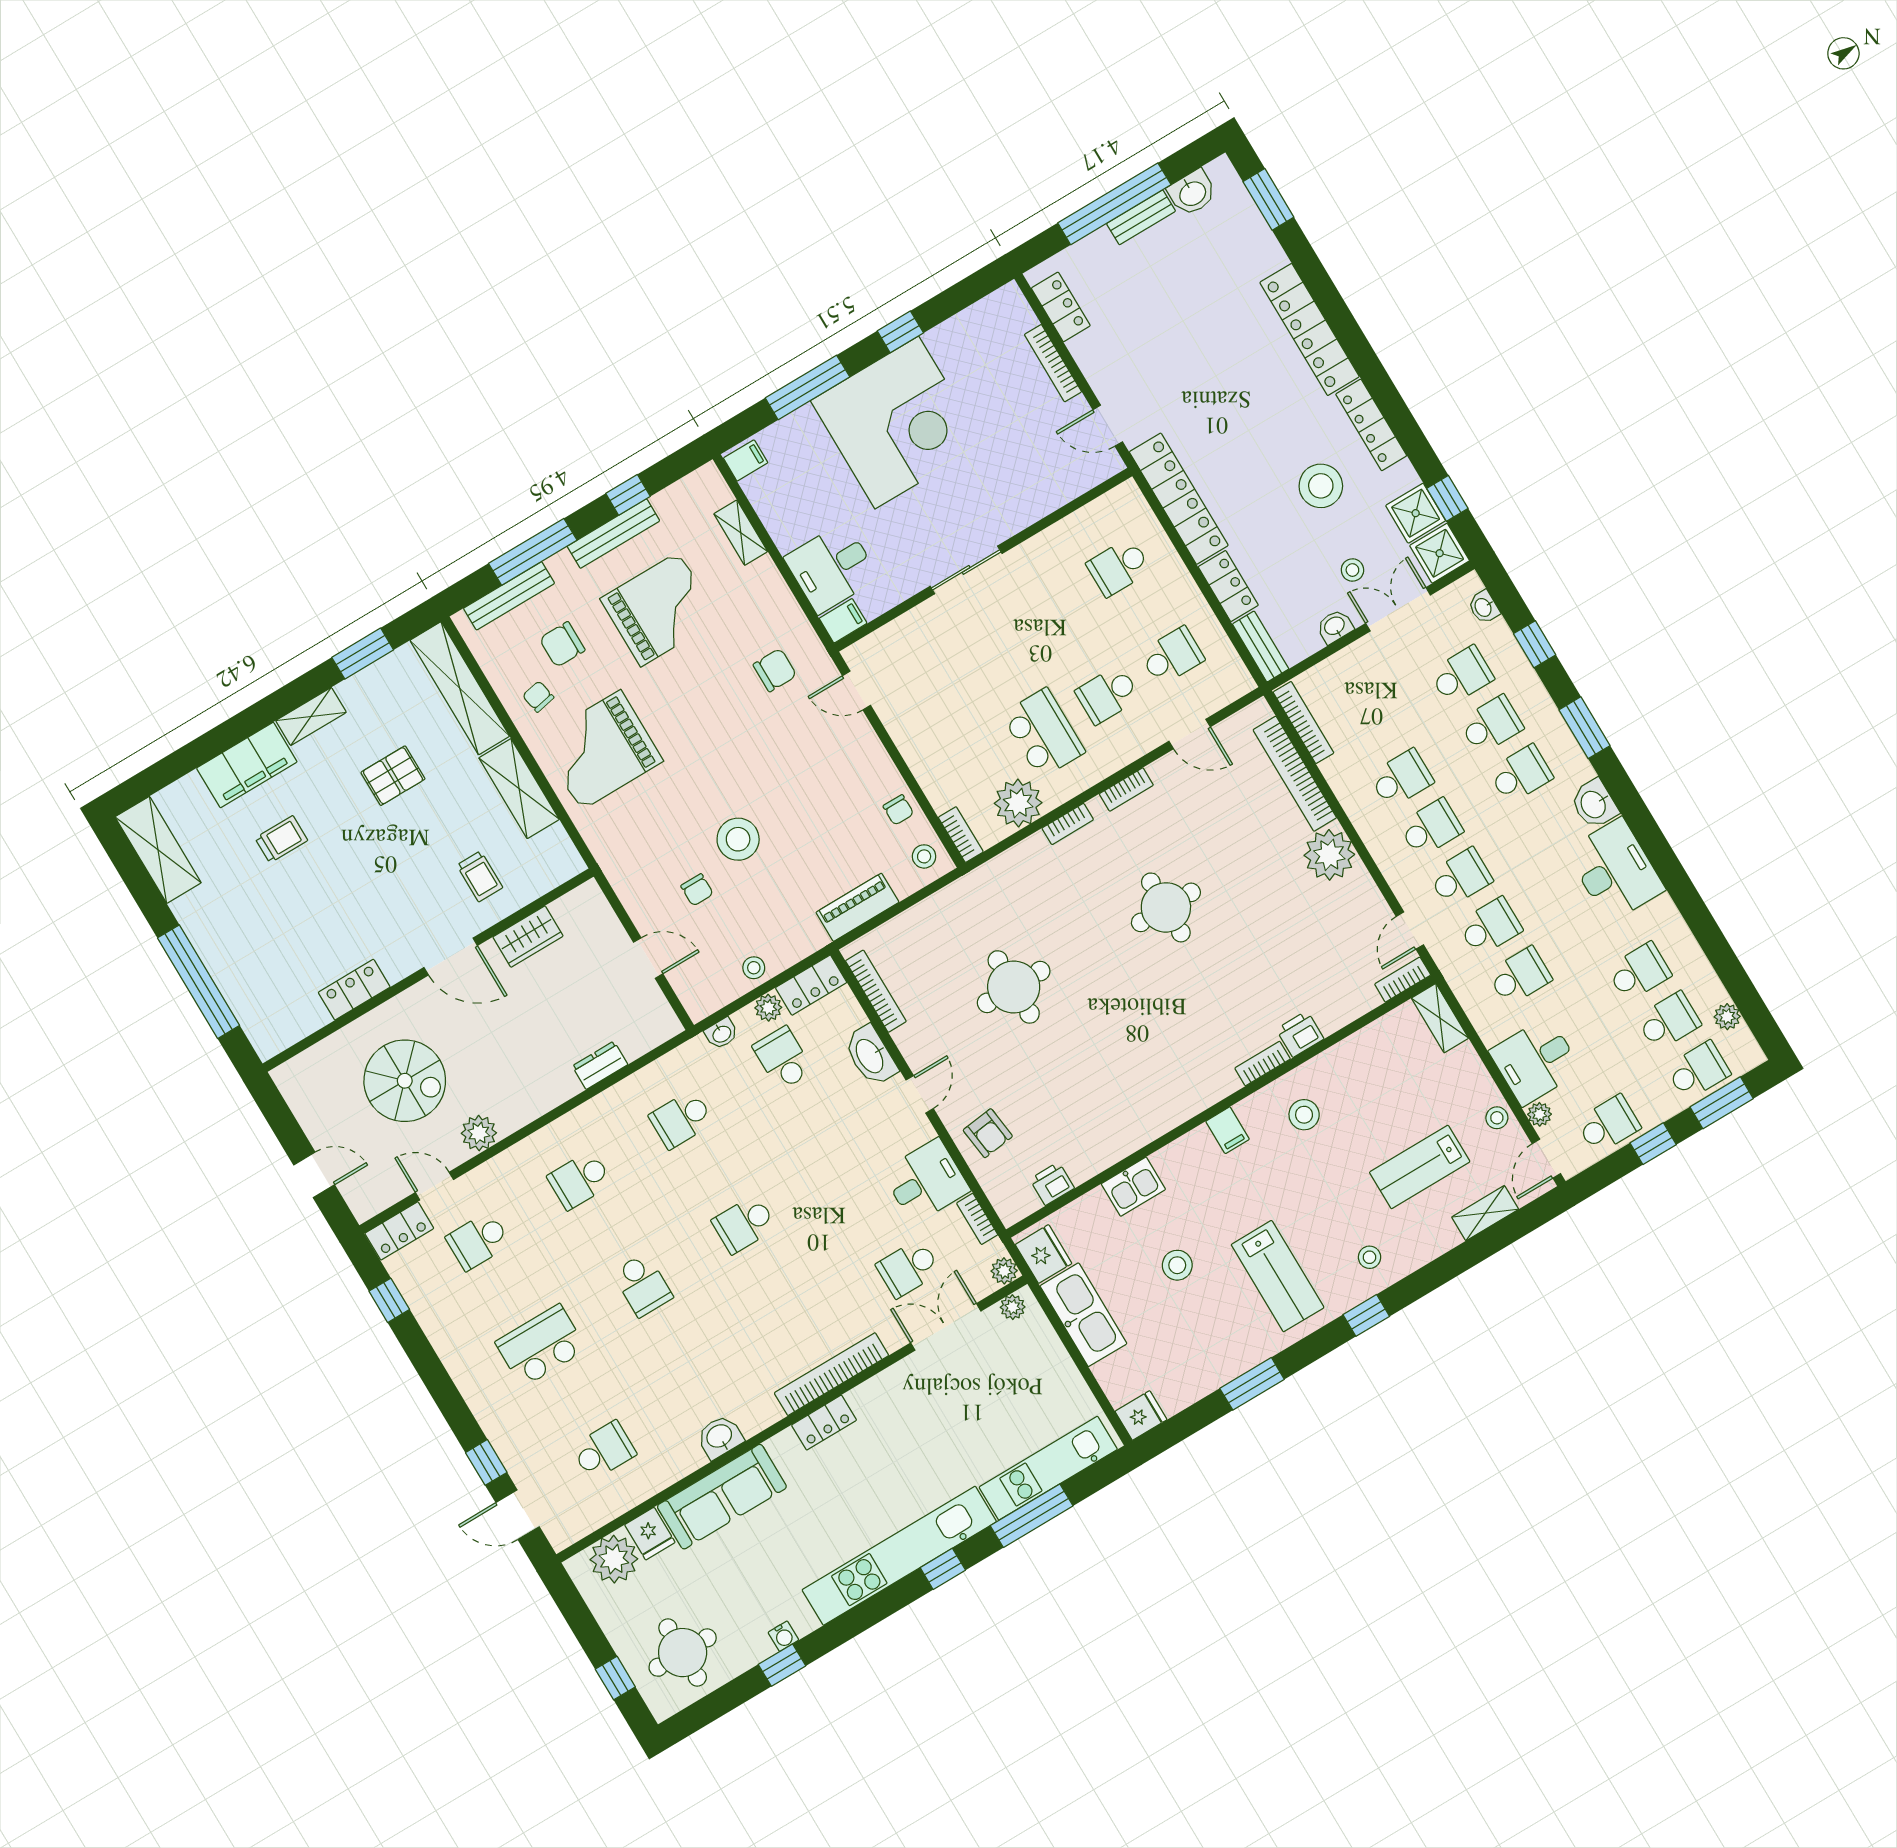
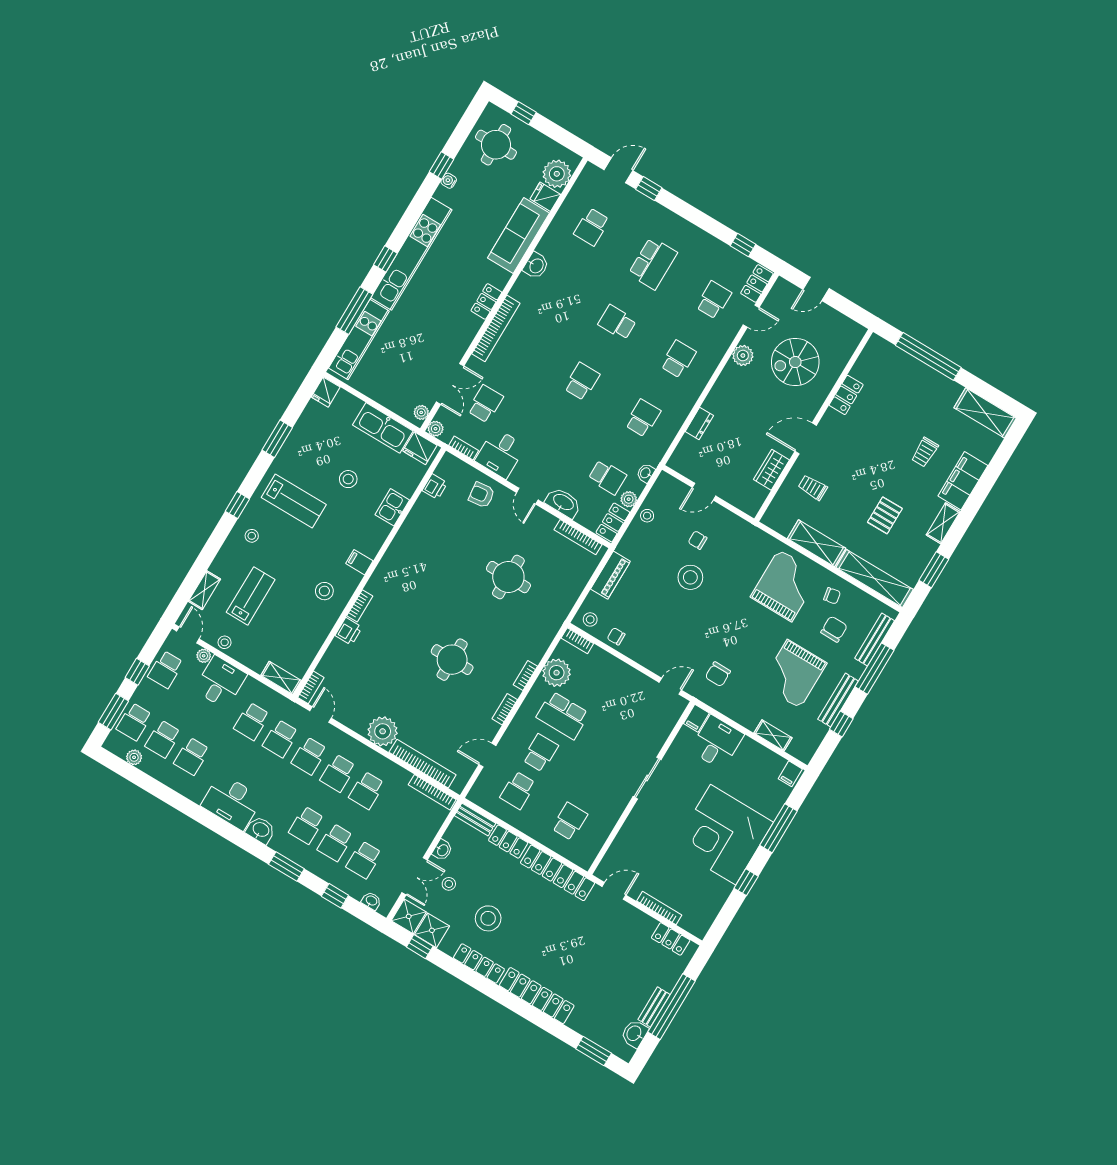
lab bench: (1278, 1276) -> (294, 501), turned 180

